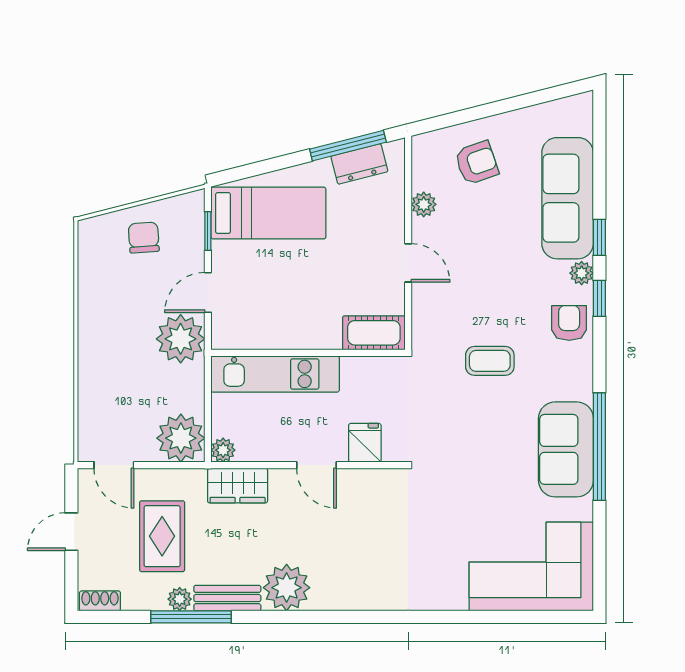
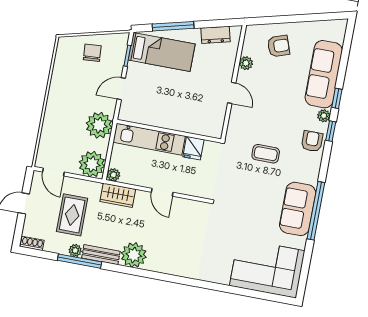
window: (348, 146) -> (173, 26), moved
cot: (374, 333) -> (206, 127), removed
plant: (181, 339) -> (99, 125), moved
fridge: (365, 443) -> (193, 148), moved, turned 180

